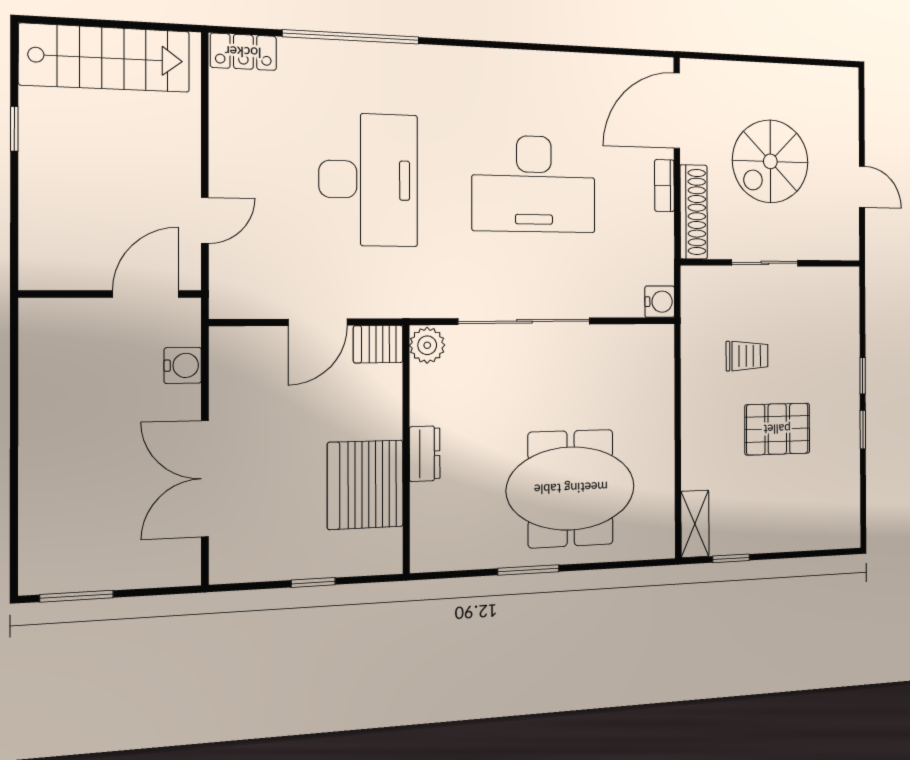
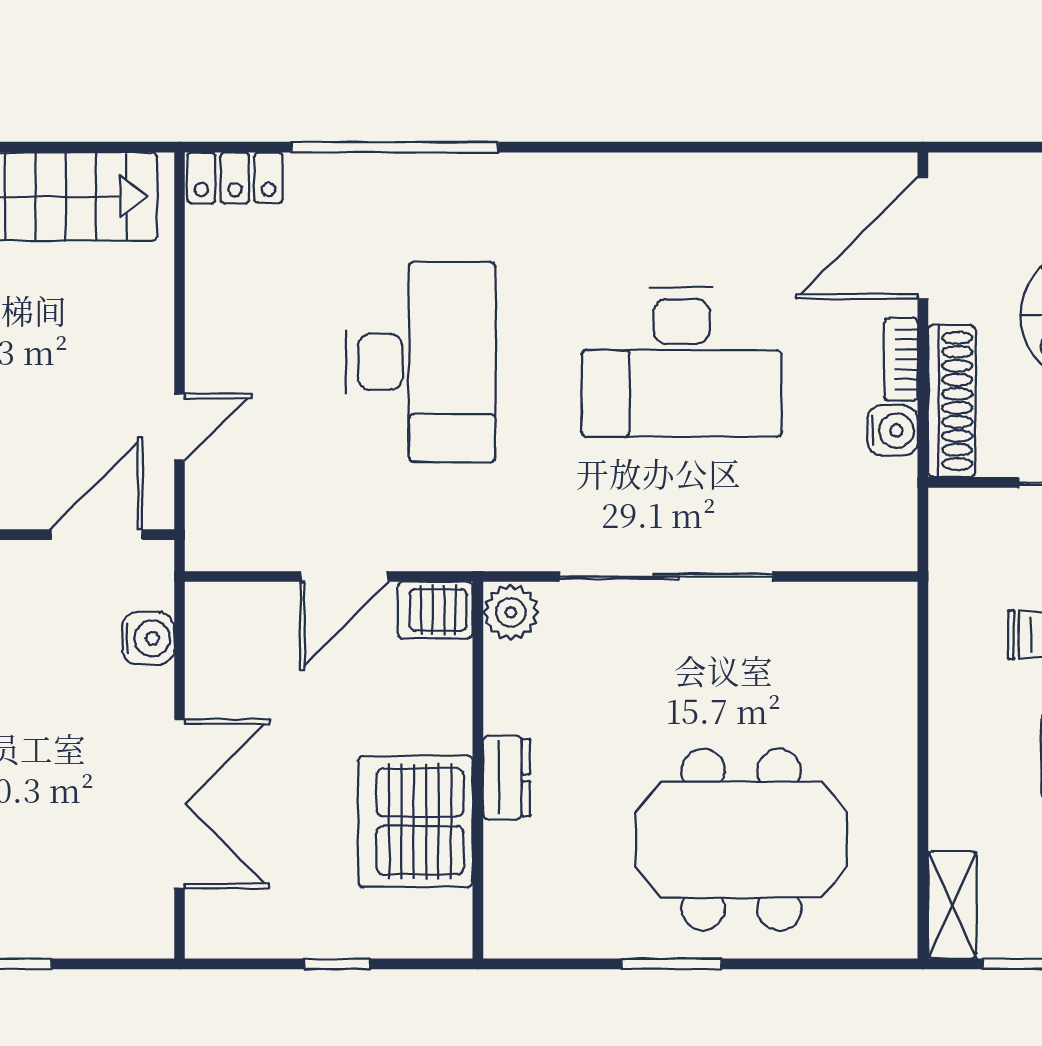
water cooler: (660, 302) -> (892, 431), moved
double door: (205, 479) -> (180, 804), swing flipped

